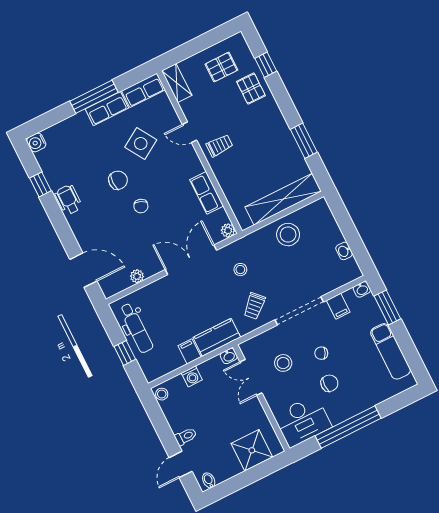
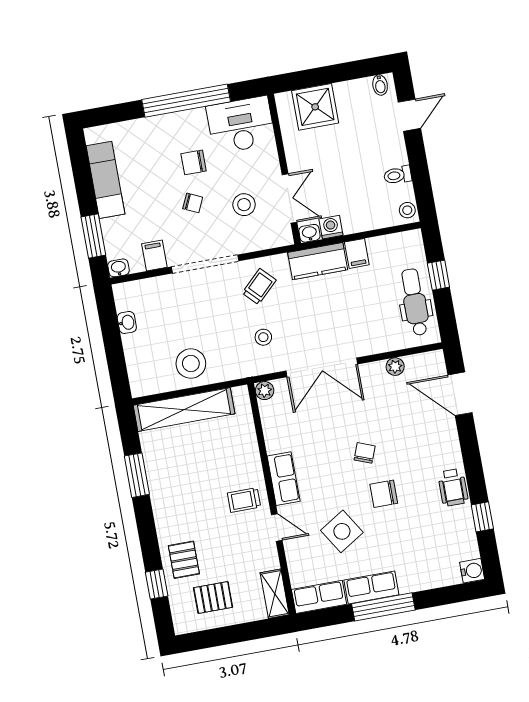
row of seats: (207, 193) -> (284, 479), moved
washing machine: (192, 376) -> (331, 227), moved
toilet: (186, 436) -> (398, 175), moved

